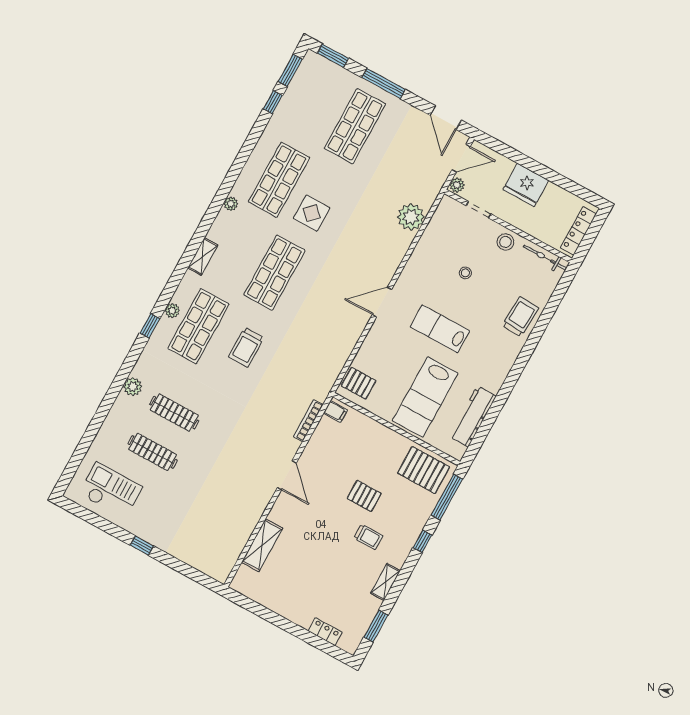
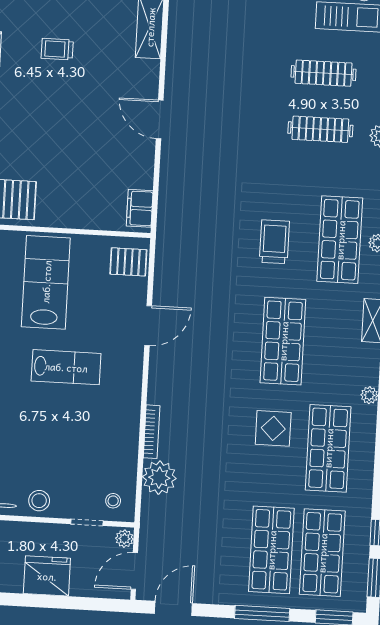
shop shelf: (319, 107) -> (322, 553), added
door: (446, 118) -> (173, 608), hinge flipped
stool: (465, 273) -> (113, 501), moved
door: (382, 302) -> (148, 326), moved
filing cabinet: (335, 411) -> (140, 208), width x2.00
bookcase: (308, 421) -> (152, 432), moved
pallet: (364, 496) -> (61, 138), removed
trolley: (368, 537) -> (57, 49), moved

